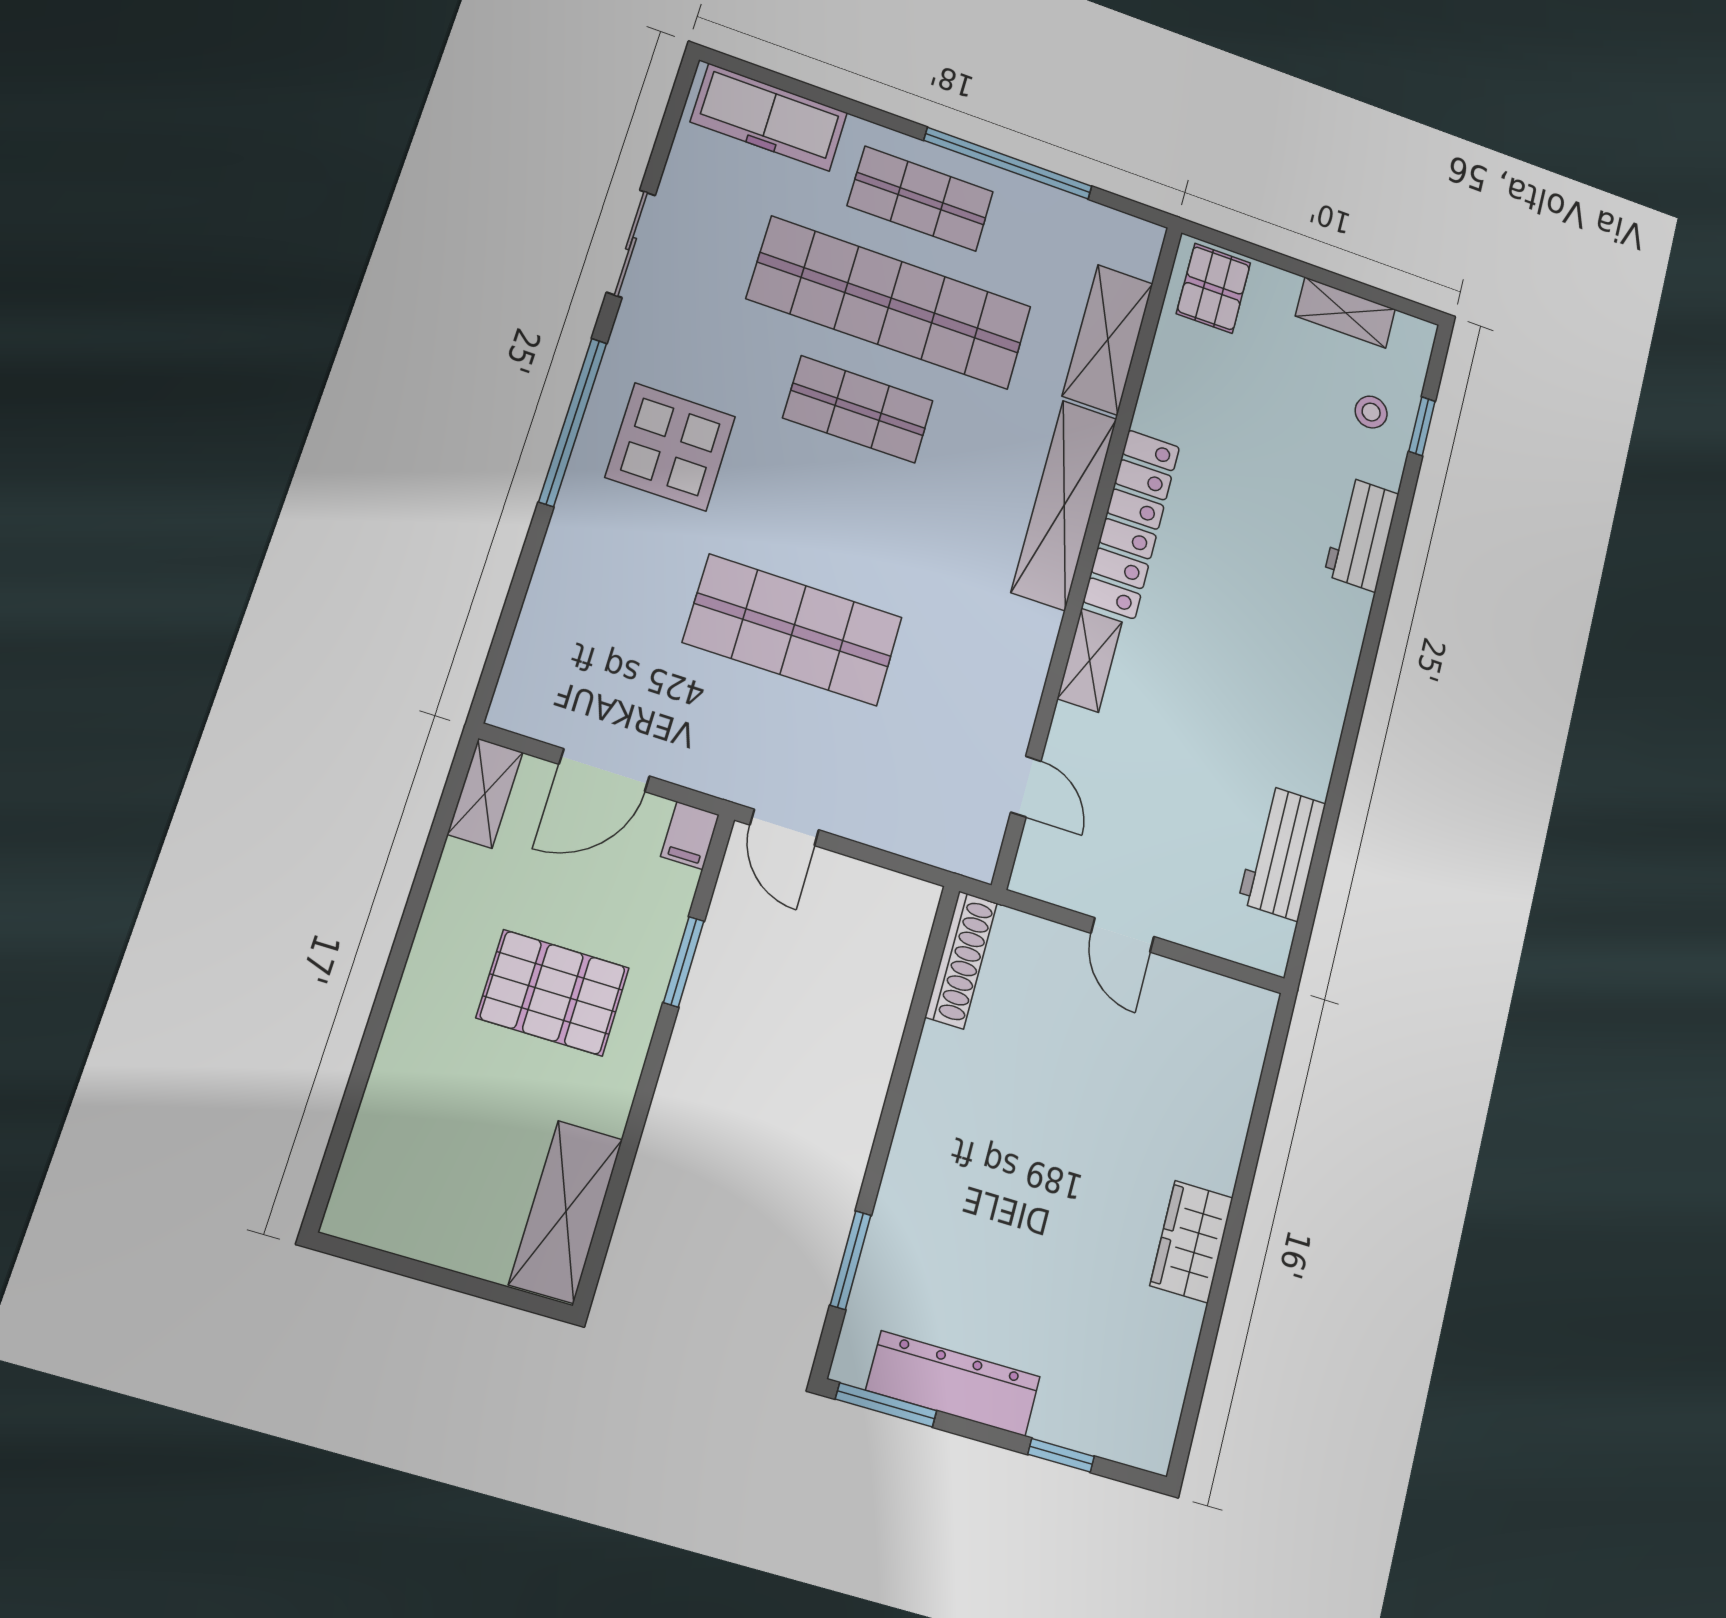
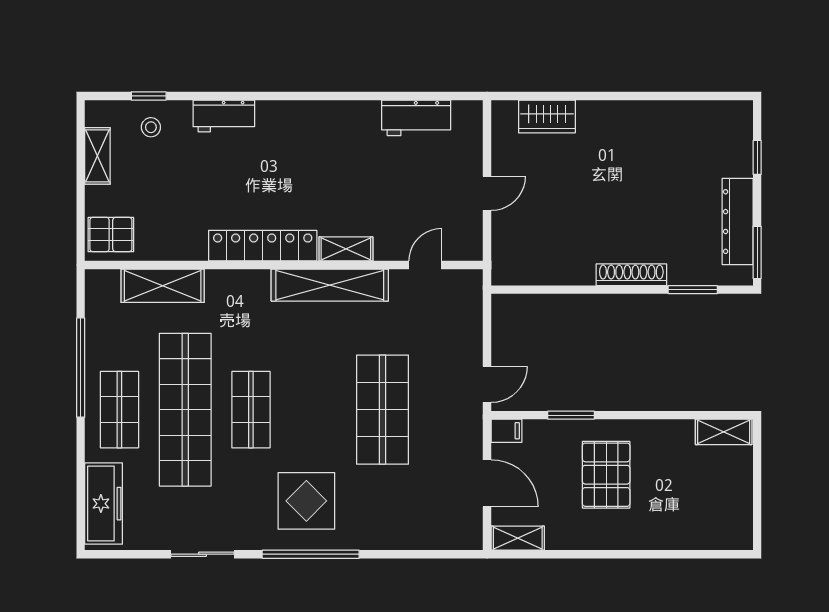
shelving: (1064, 505) -> (330, 285), moved
shoe rack: (961, 960) -> (631, 275), moved
shelving: (566, 1212) -> (724, 432), width x0.67, depth x0.75
wardrobe: (1192, 1242) -> (547, 117), moved

